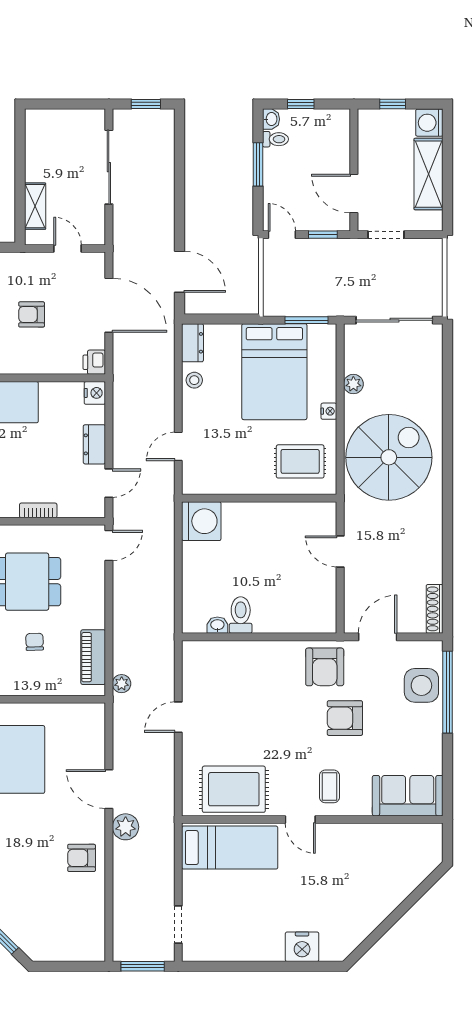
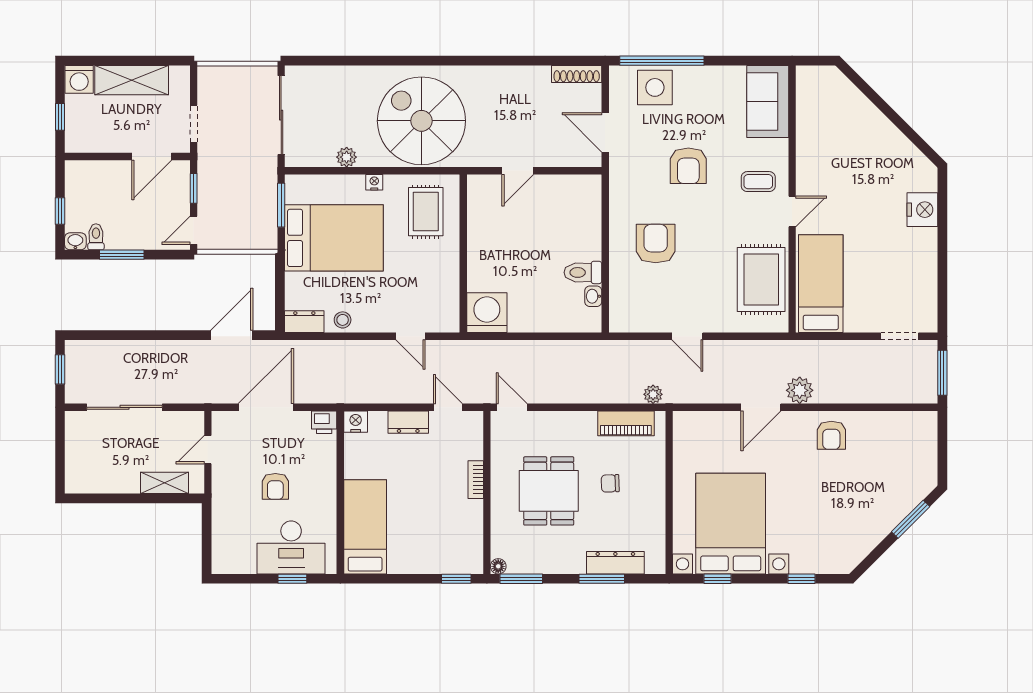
armchair: (325, 667) -> (656, 244), moved, turned -90

